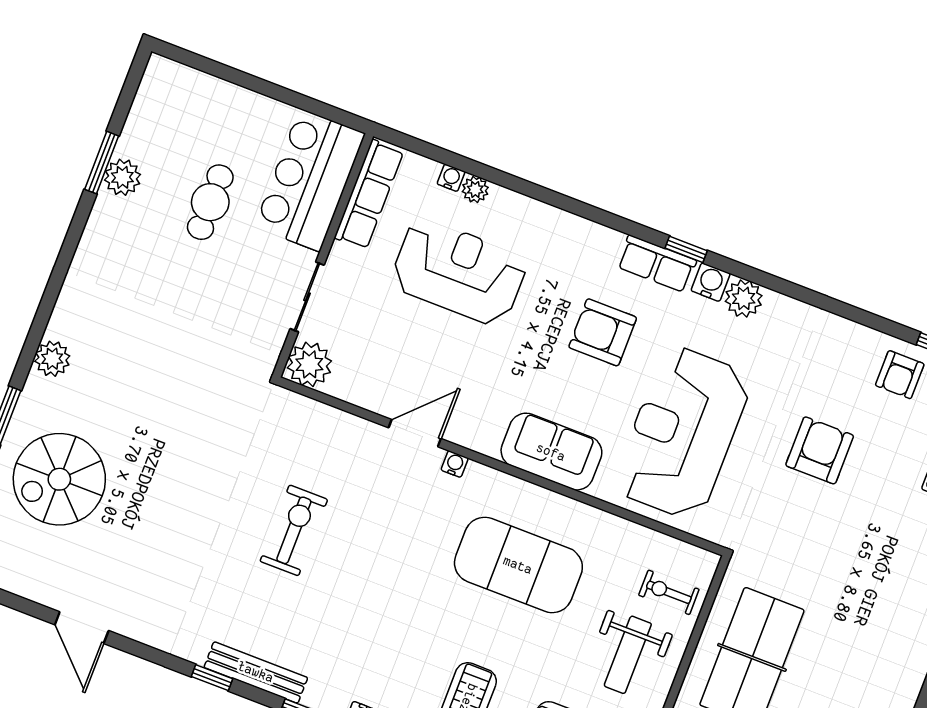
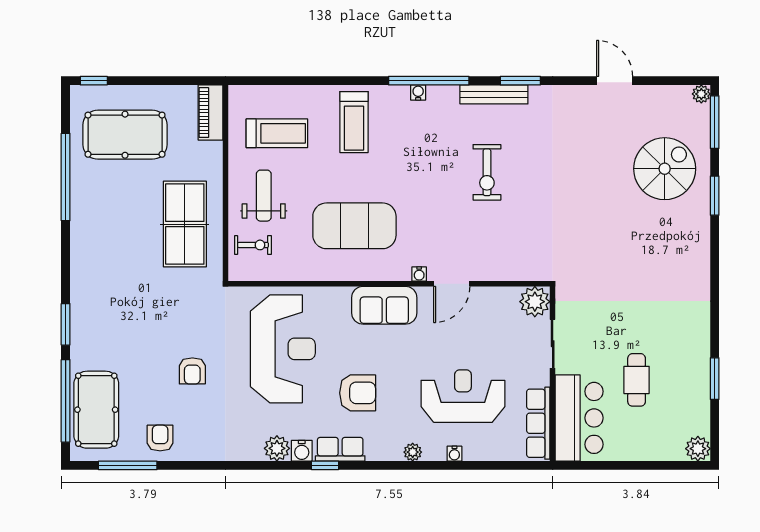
plant: (122, 177) -> (698, 449), moved
water cooler: (451, 178) -> (454, 454), moved
plant: (475, 190) -> (413, 452), moved
reception desk: (459, 272) -> (463, 396), turned 180
plant: (52, 359) -> (698, 243), removed
armchair: (820, 450) -> (192, 371), width x0.72, depth x0.72
sofa: (551, 452) -> (384, 305), moved
exercise bike: (294, 530) -> (487, 172), moved
window: (212, 678) -> (520, 81), width x1.50

